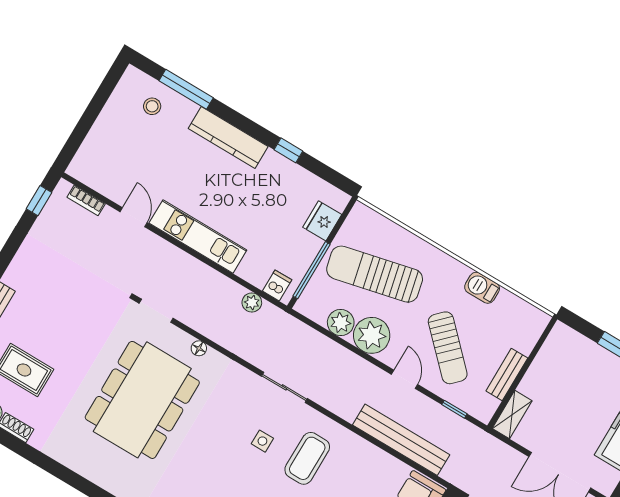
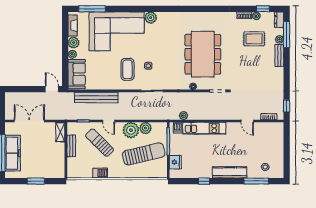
kitchen unit: (198, 237) -> (204, 128), moved

